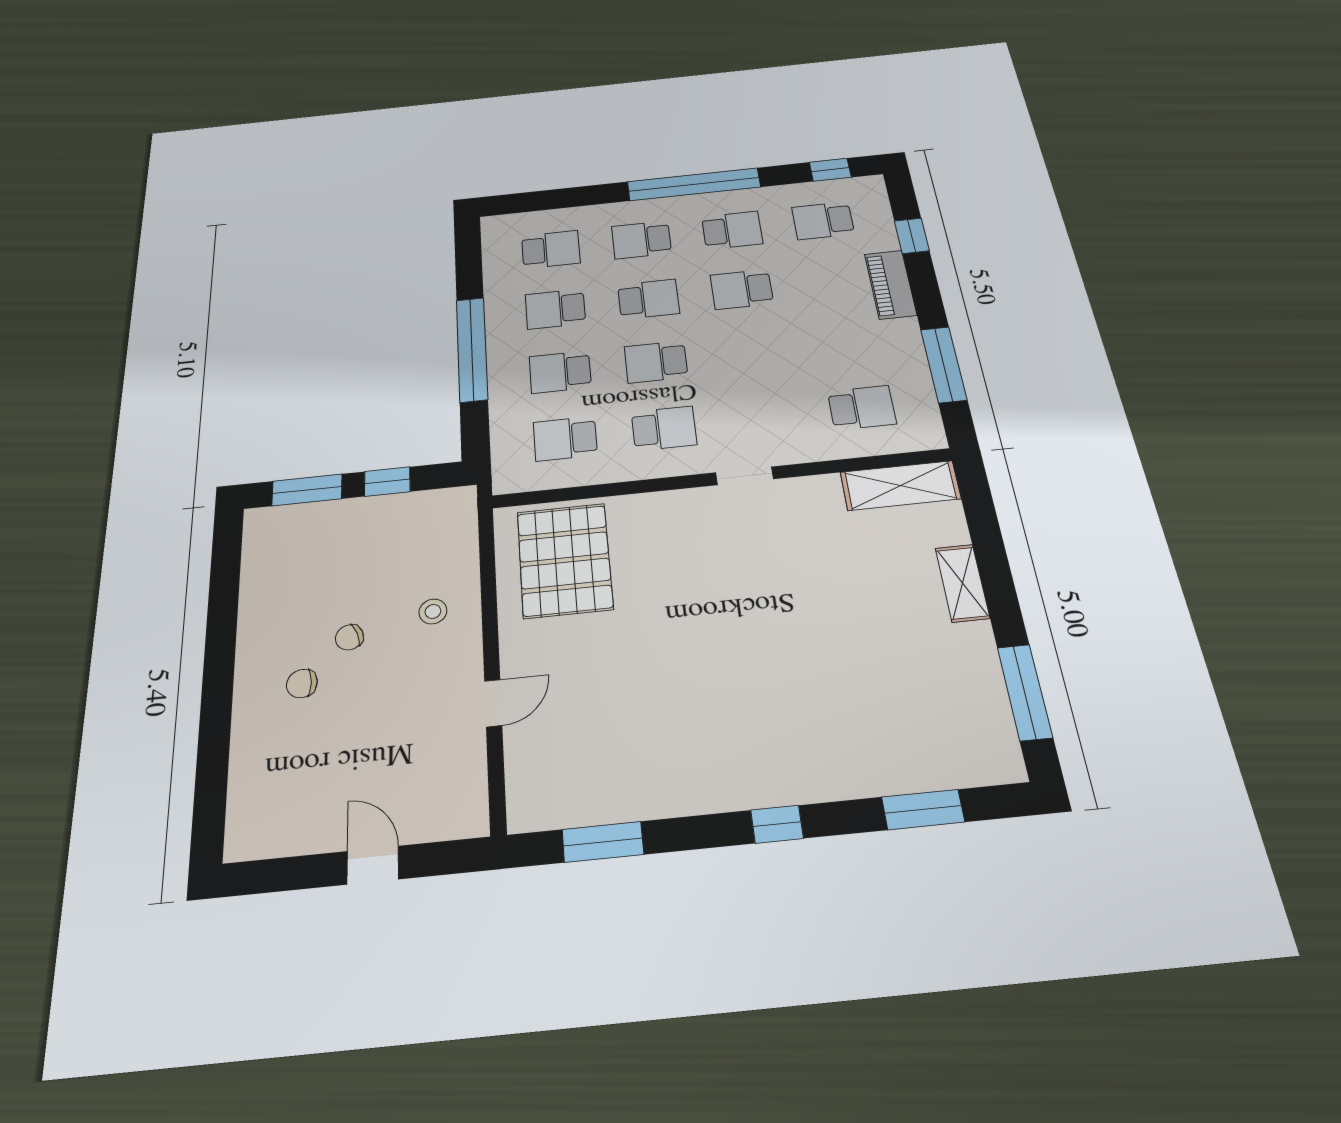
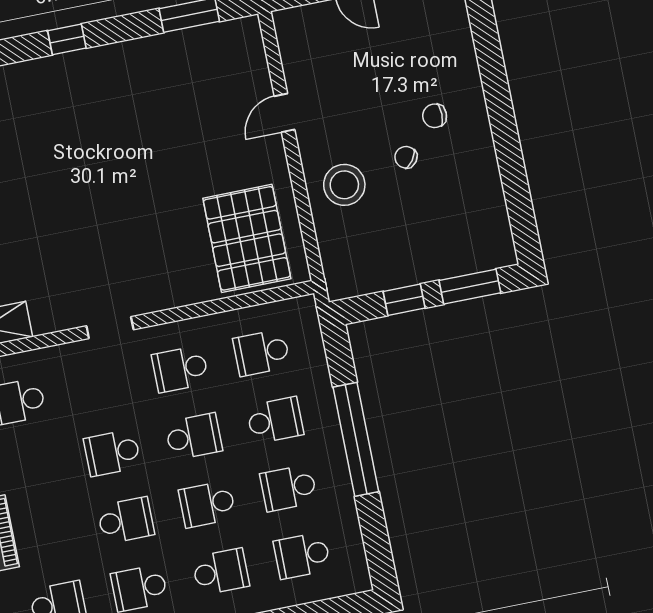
school desk: (555, 309) -> (289, 488), turned 180
school desk: (752, 352) -> (112, 453), added
school desk: (565, 439) -> (262, 353), turned 180
stool: (433, 611) -> (344, 185), width x1.89, depth x1.89
chair: (349, 637) -> (406, 157), turned -123
chair: (302, 683) -> (435, 116), turned 180

